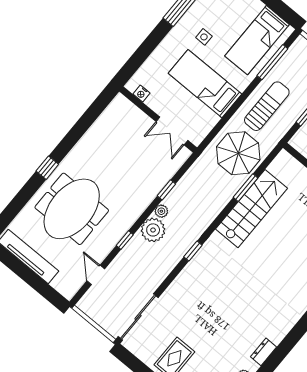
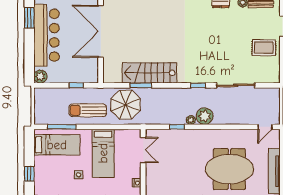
window: (125, 240) -> (223, 127), removed
door: (96, 275) -> (265, 127), moved
sliding door: (138, 317) -> (236, 85), moved

